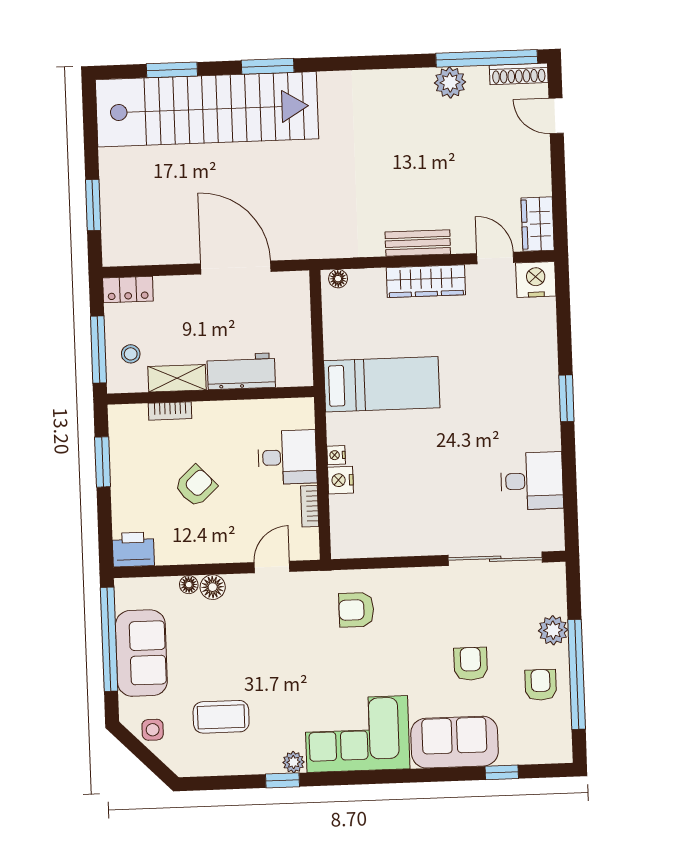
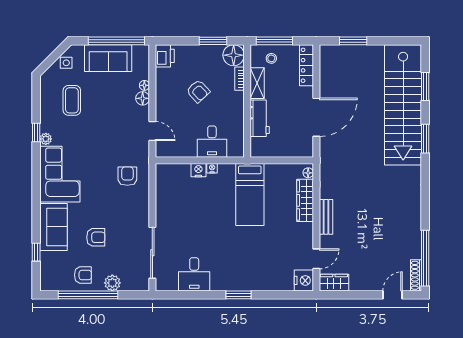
plant: (450, 82) -> (413, 238), removed
wardrobe: (426, 281) -> (305, 200), moved
locker: (128, 290) -> (306, 65), width x1.53
floor lamp: (127, 423) -> (234, 55), added
bookcase: (310, 506) -> (185, 153), removed

